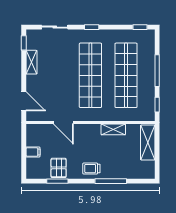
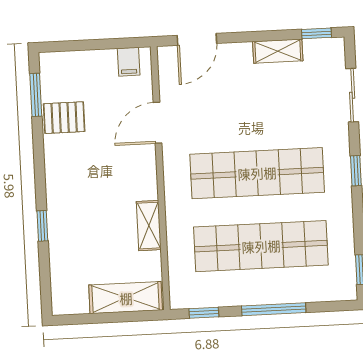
filing cabinet: (33, 152) -> (129, 62), moved
trolley: (91, 169) -> (66, 185), removed
window: (57, 181) -> (36, 95), moved
window: (111, 181) -> (42, 226), width x0.46

